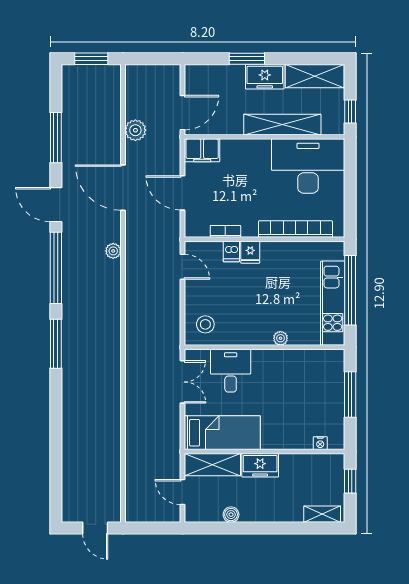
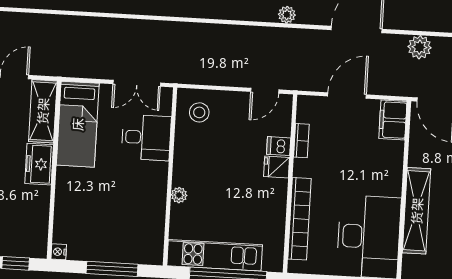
nightstand: (320, 443) -> (59, 252), moved

